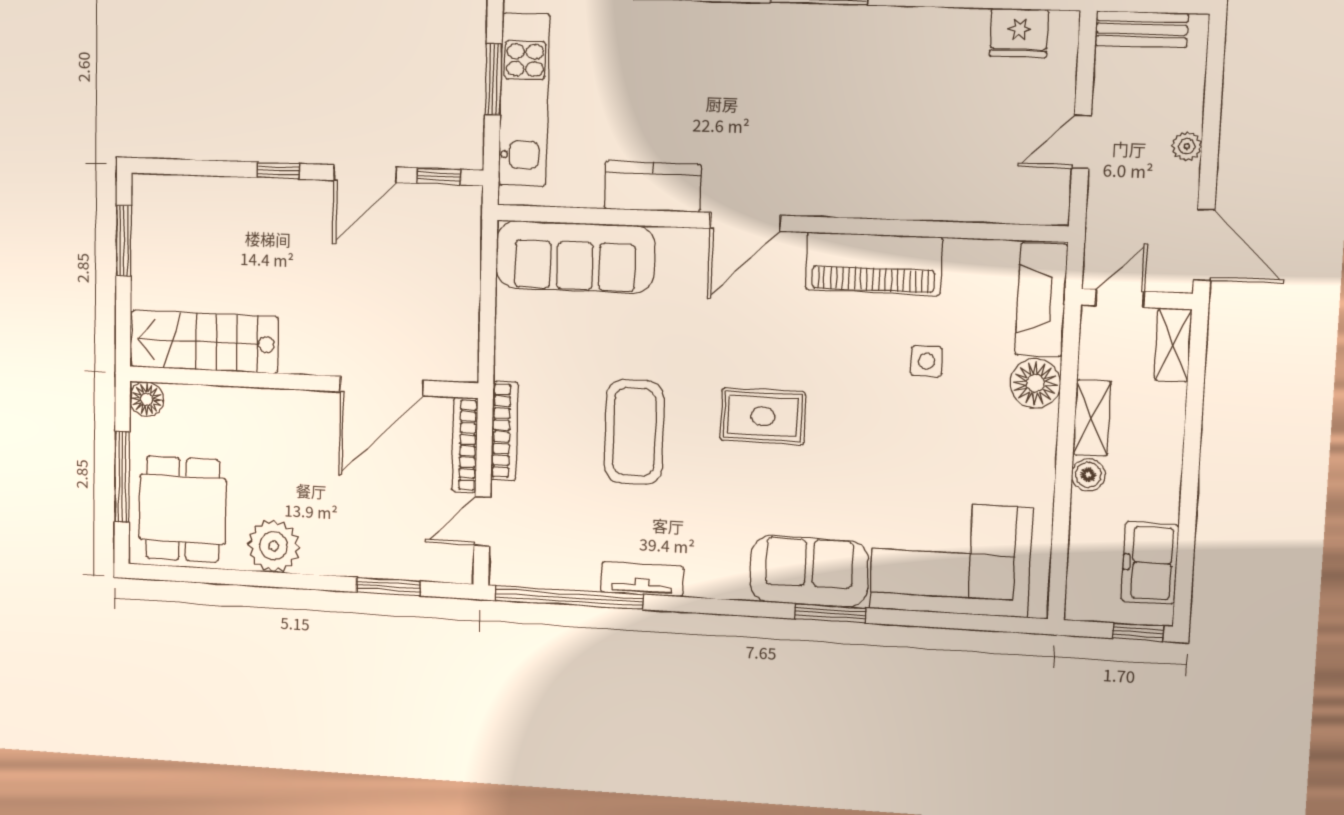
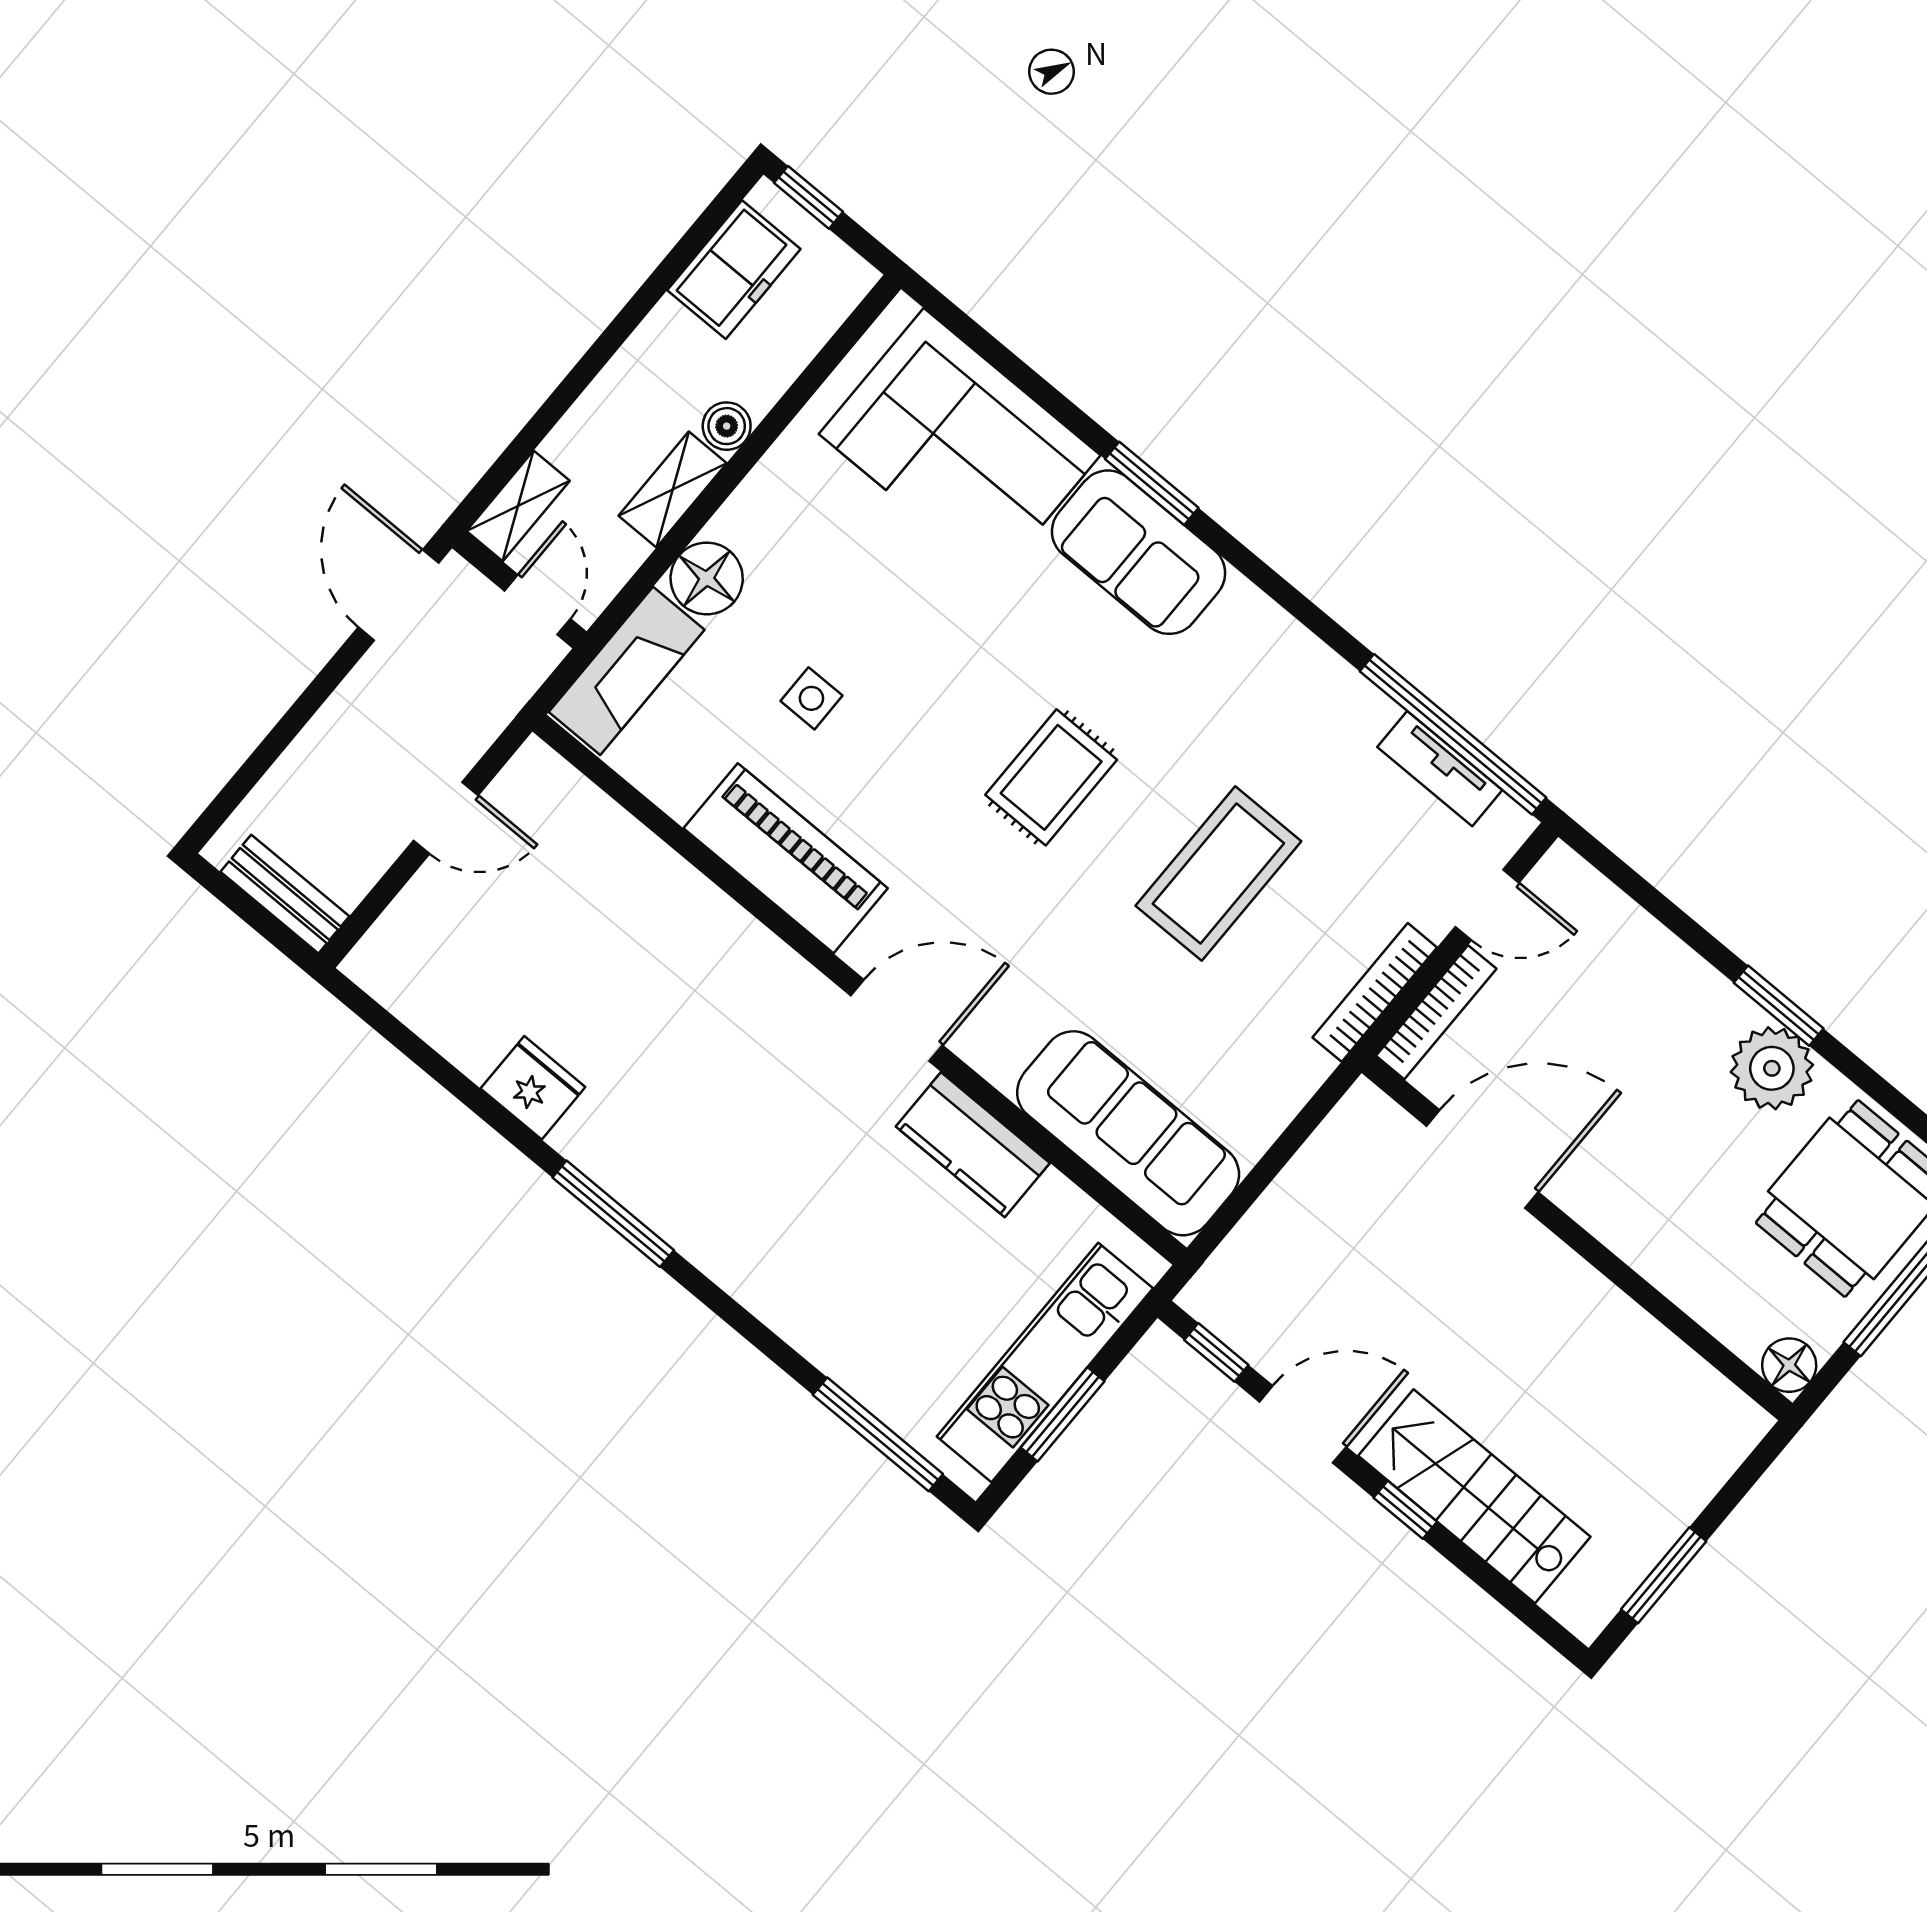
fridge: (1019, 33) -> (533, 1088), moved
plant: (1187, 146) -> (334, 723), removed
door: (1120, 298) -> (537, 605), swing flipped
stairs: (205, 342) -> (1474, 1496), moved, turned 180
rug: (763, 416) -> (1051, 777), turned 90
tv unit: (642, 579) -> (1440, 769), moved
window: (388, 587) -> (1779, 1006), moved

